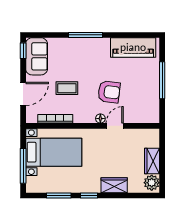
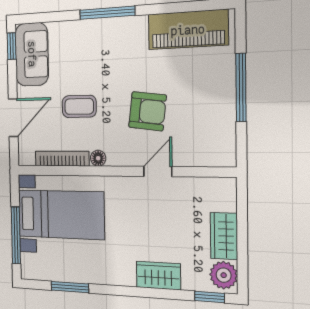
floor lamp: (100, 119) -> (98, 158), moved
window: (89, 195) -> (210, 297), moved

